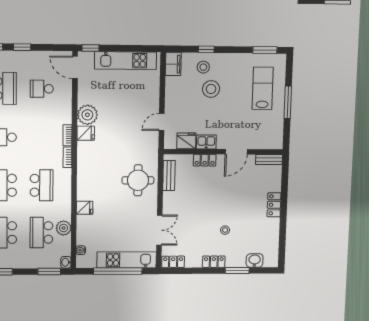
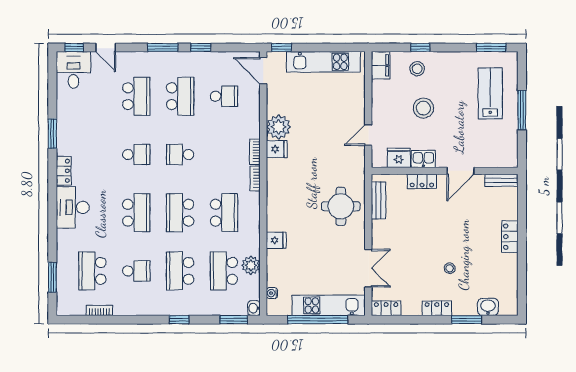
school desk: (42, 89) -> (224, 96), turned 180
stool: (211, 89) -> (423, 108), moved

